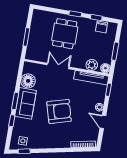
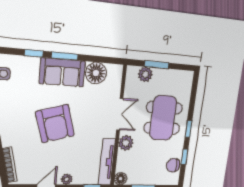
dining table: (65, 34) -> (163, 118), width x1.38
plant: (32, 46) -> (145, 74), added
plant: (92, 65) -> (126, 143), moved

